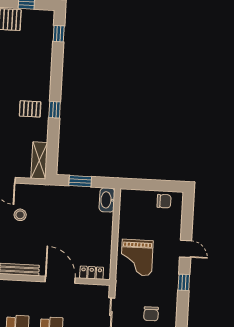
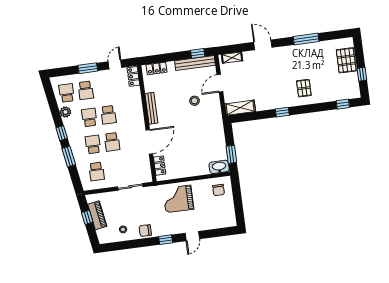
pallet: (30, 109) -> (304, 88), moved
window: (80, 181) -> (231, 154), moved
chair: (164, 201) -> (219, 190), moved
chair: (151, 314) -> (145, 231), moved

